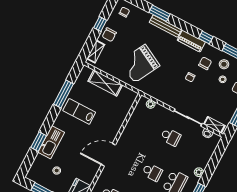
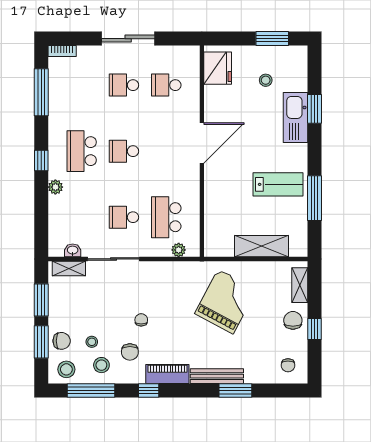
school desk: (148, 125) -> (166, 217), added

